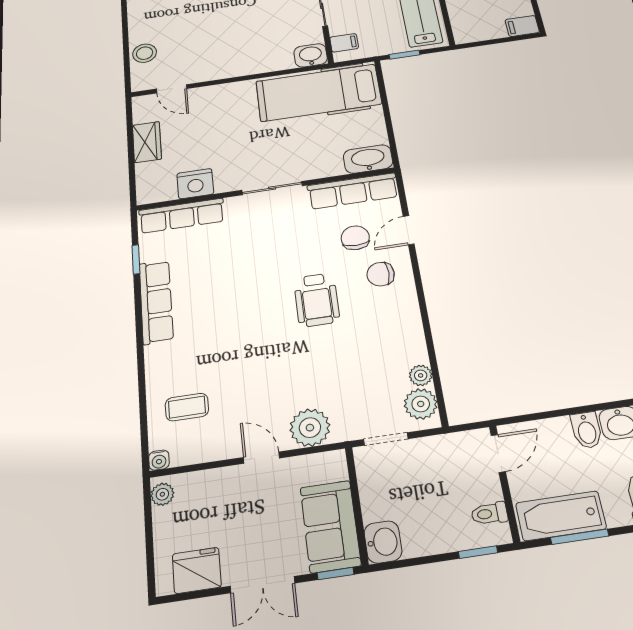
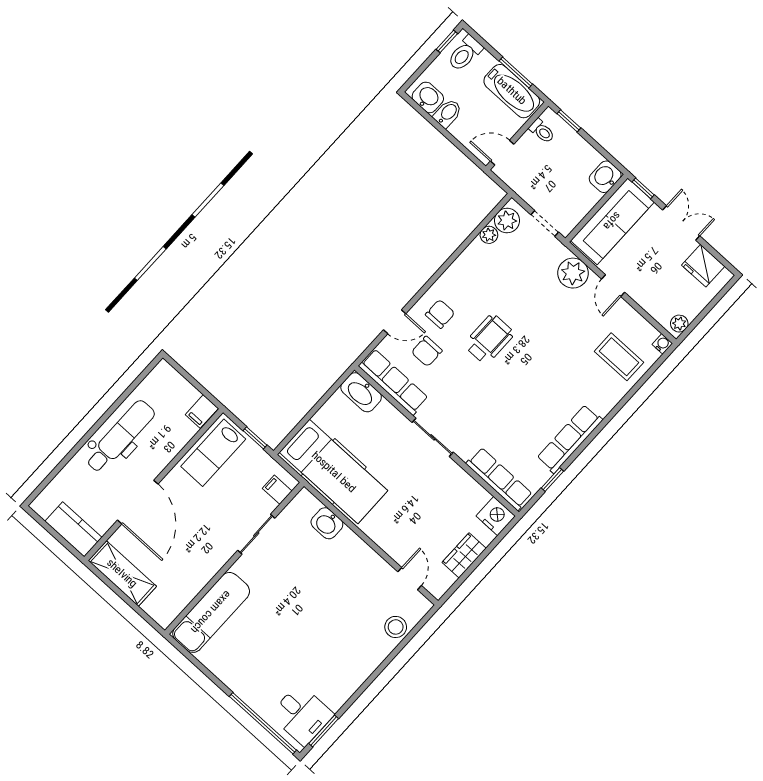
filing cabinet: (522, 26) -> (202, 411), moved, turned 90
washbasin: (311, 55) -> (327, 523), moved
nightstand: (195, 184) -> (496, 516), moved
chair: (381, 274) -> (440, 314), turned -90
coffee table: (187, 407) -> (619, 357), width x1.36, depth x1.30
sofa: (330, 526) -> (612, 221), width x1.36

